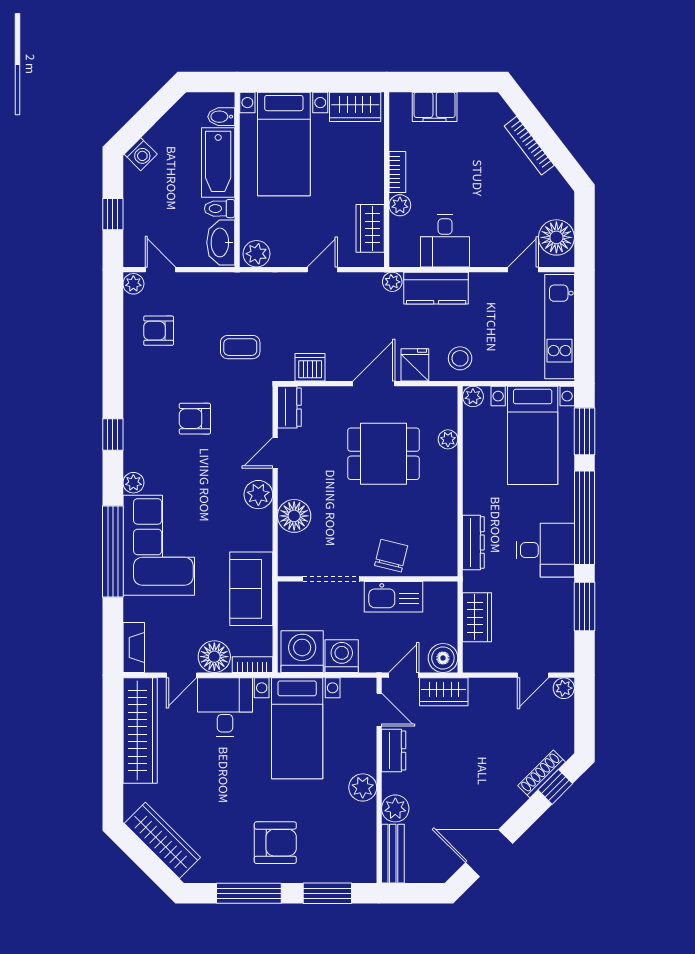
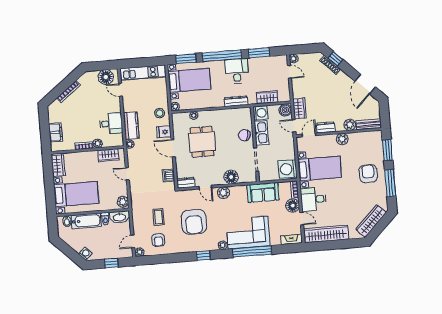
coffee table: (240, 347) -> (158, 217), moved
armchair: (195, 419) -> (194, 222), width x1.88, depth x1.88
washing machine: (342, 656) -> (260, 113), moved, turned 180

